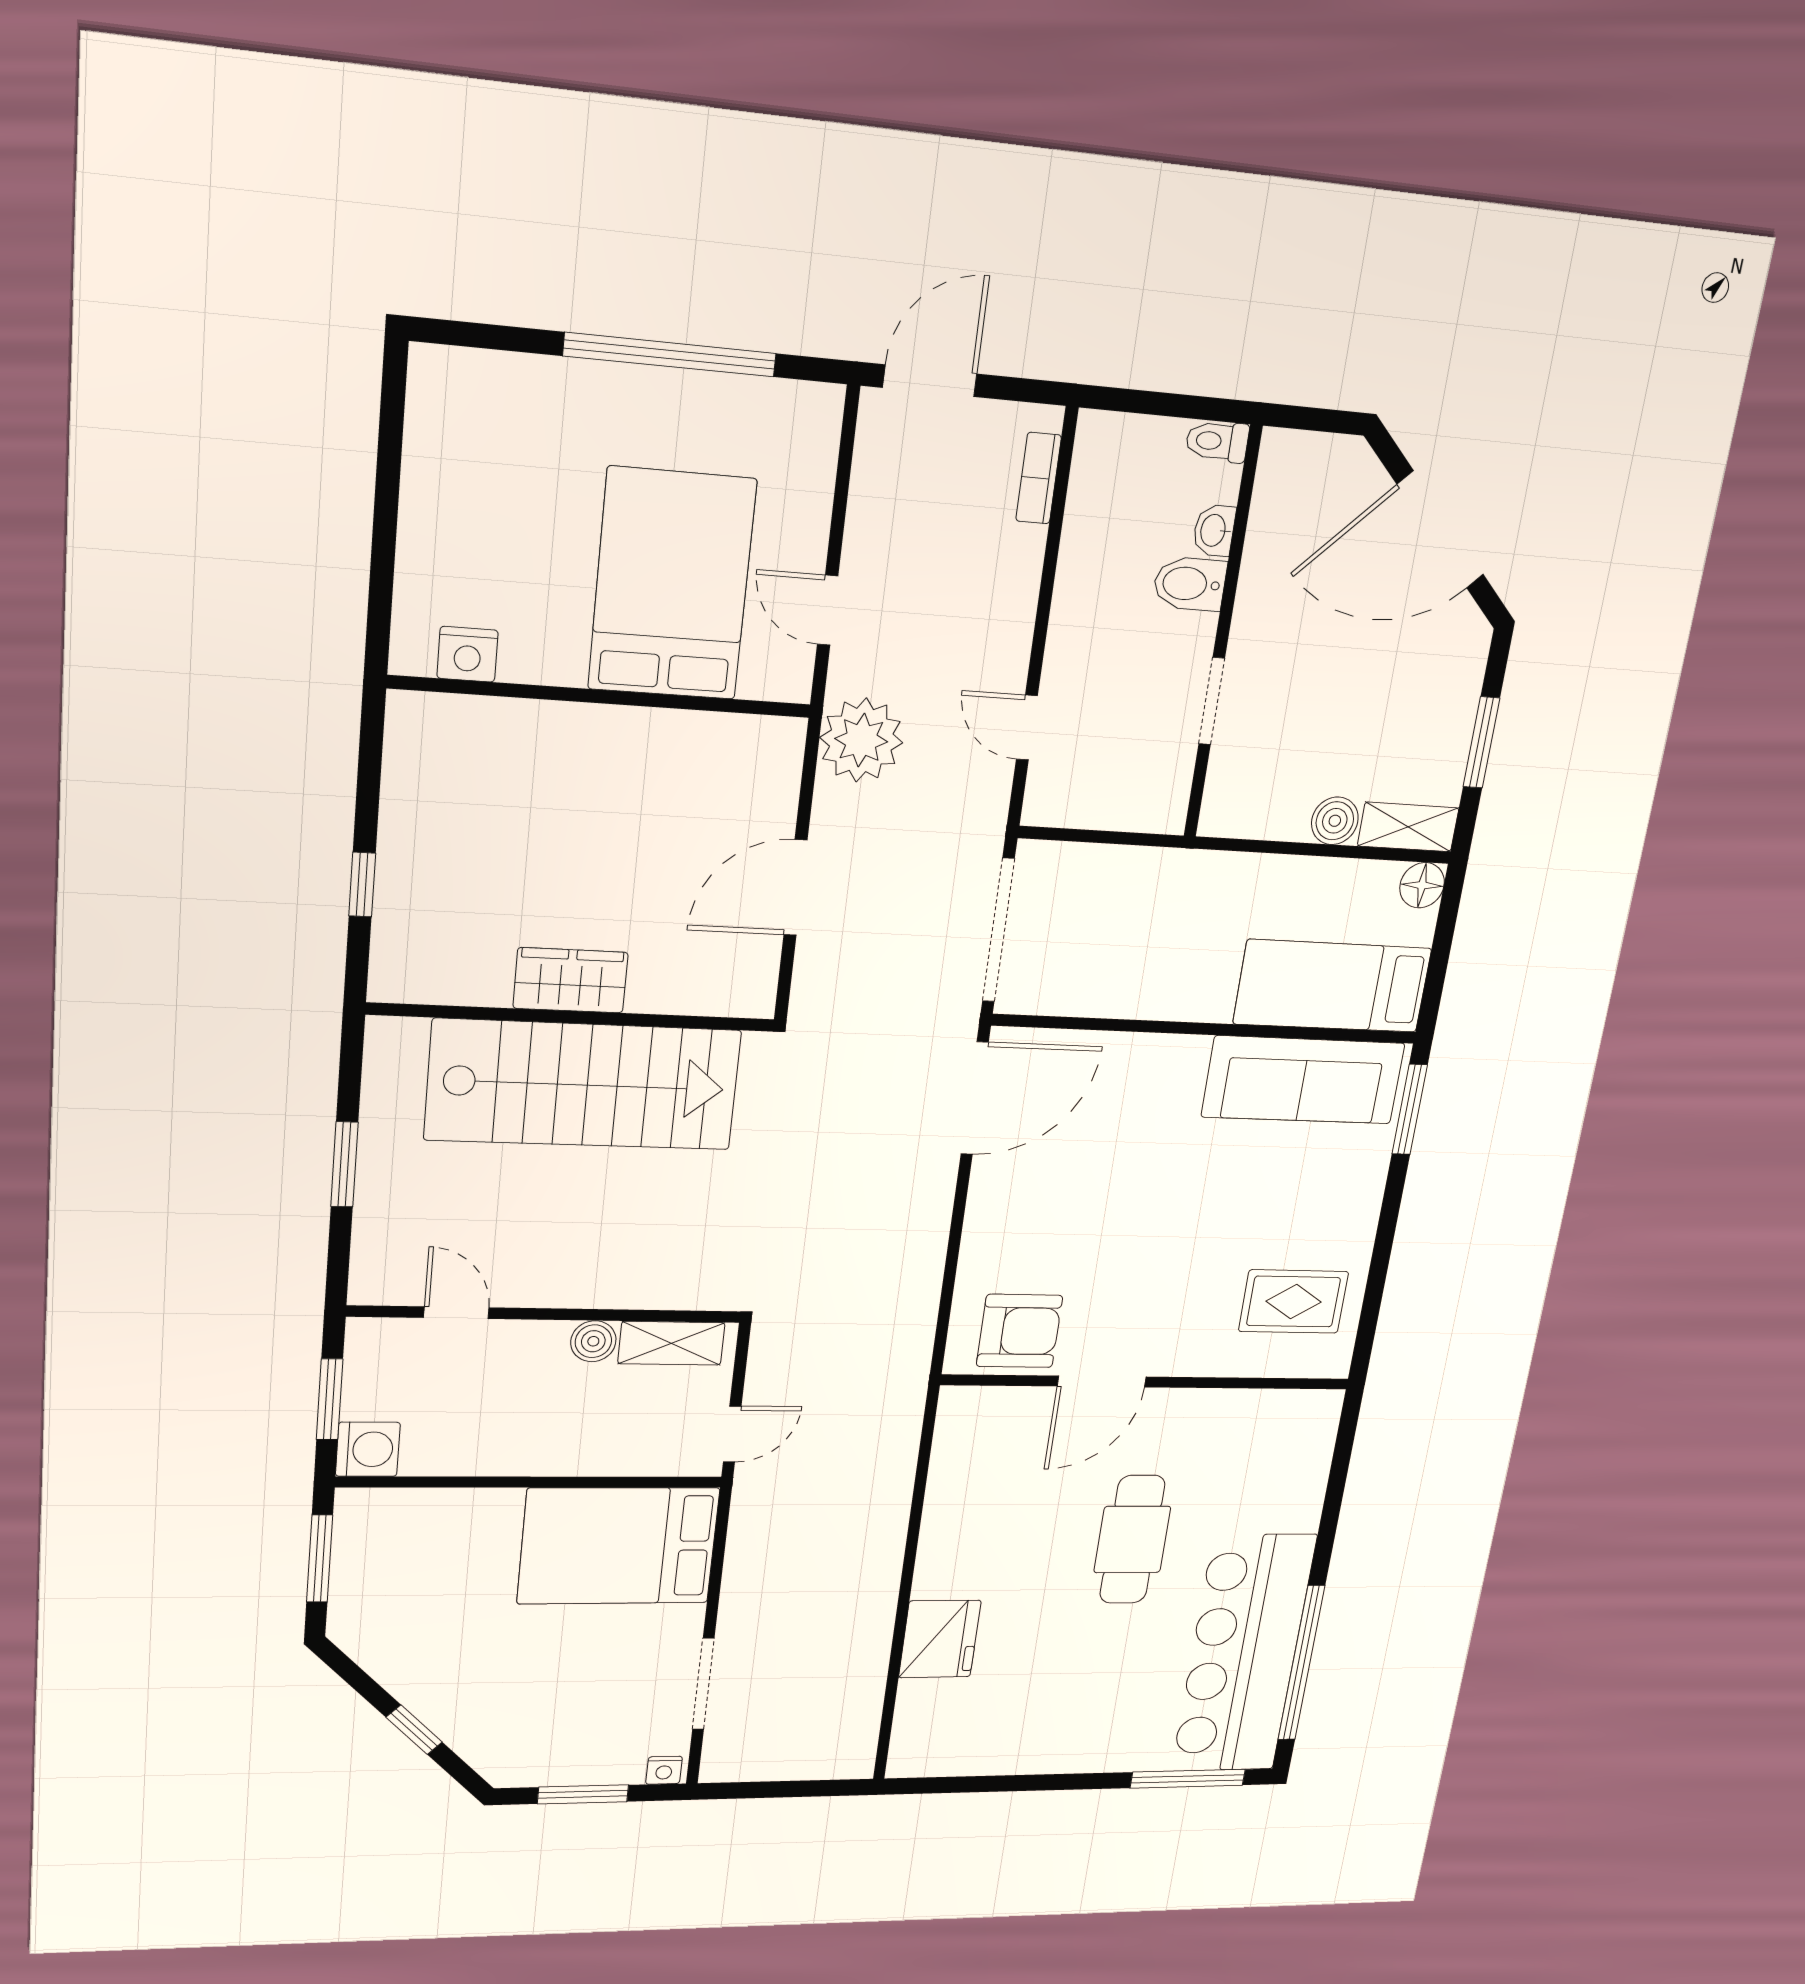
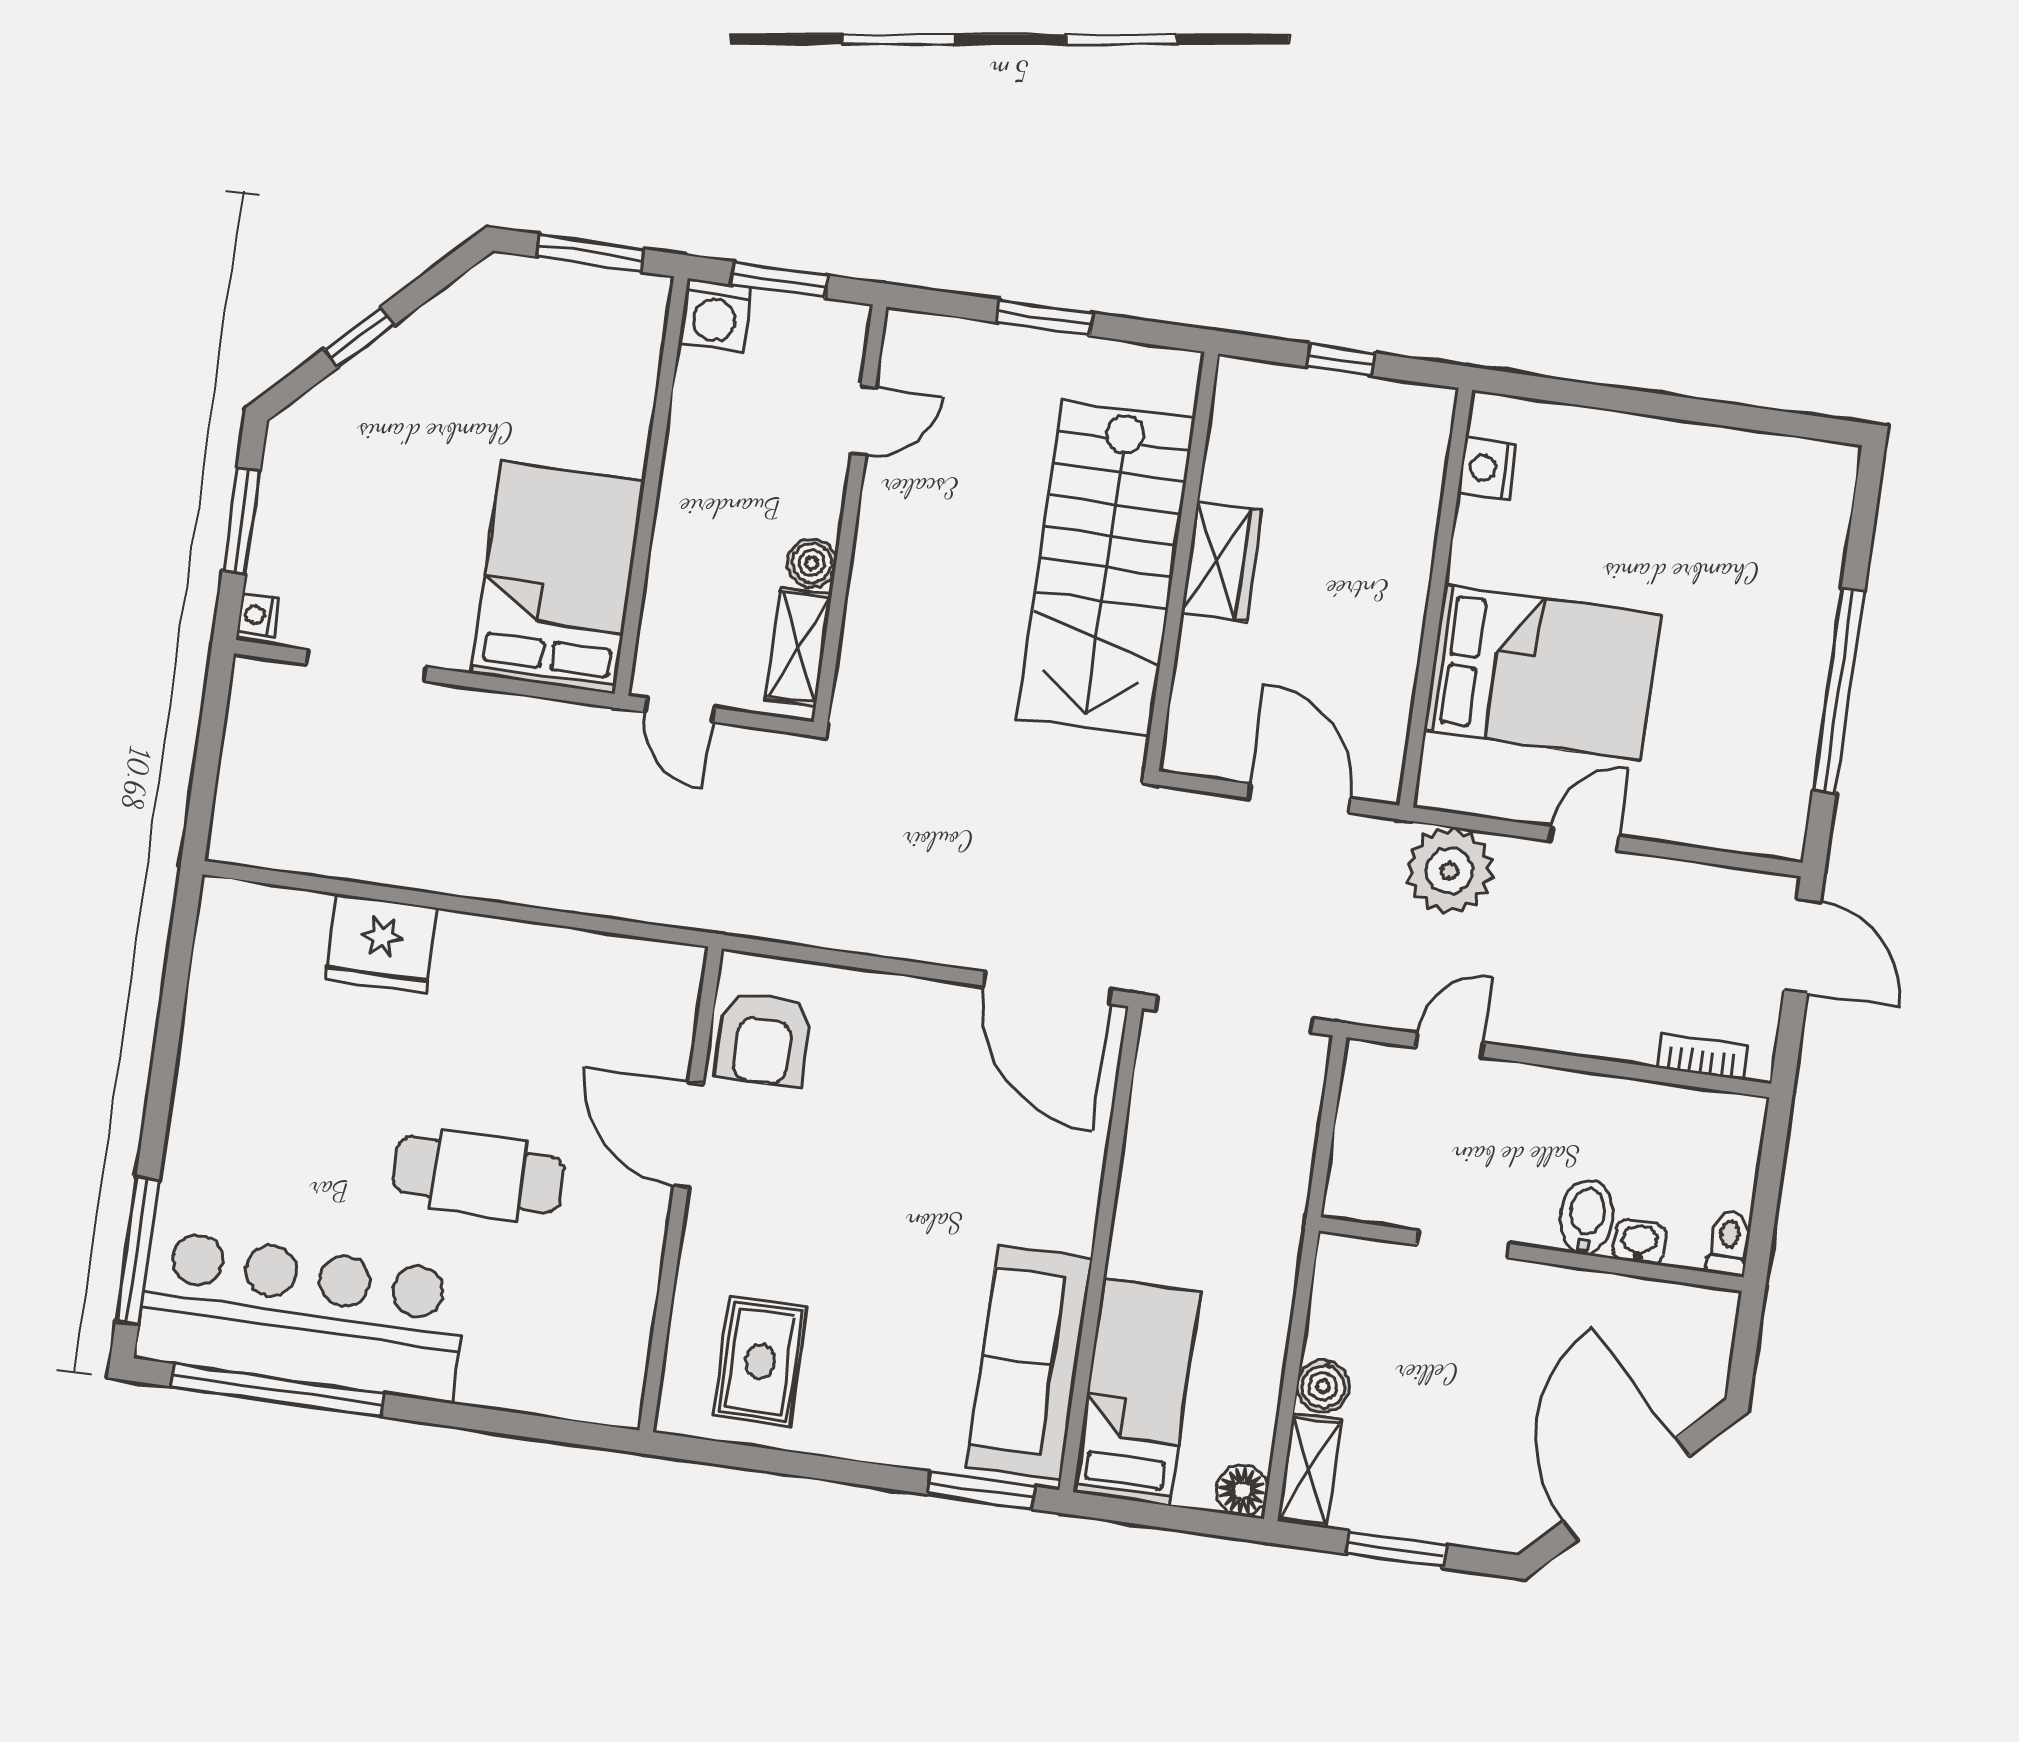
bed: (672, 584) -> (1542, 672), moved
nightstand: (467, 654) -> (1487, 469), moved
wall: (602, 697) -> (1436, 598), moved

